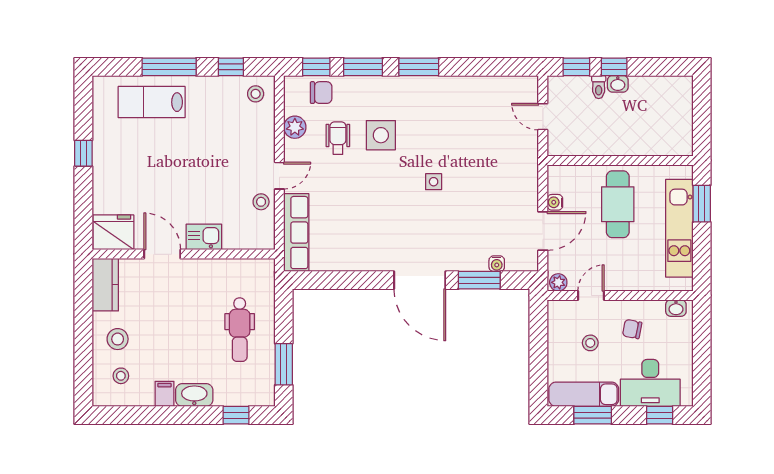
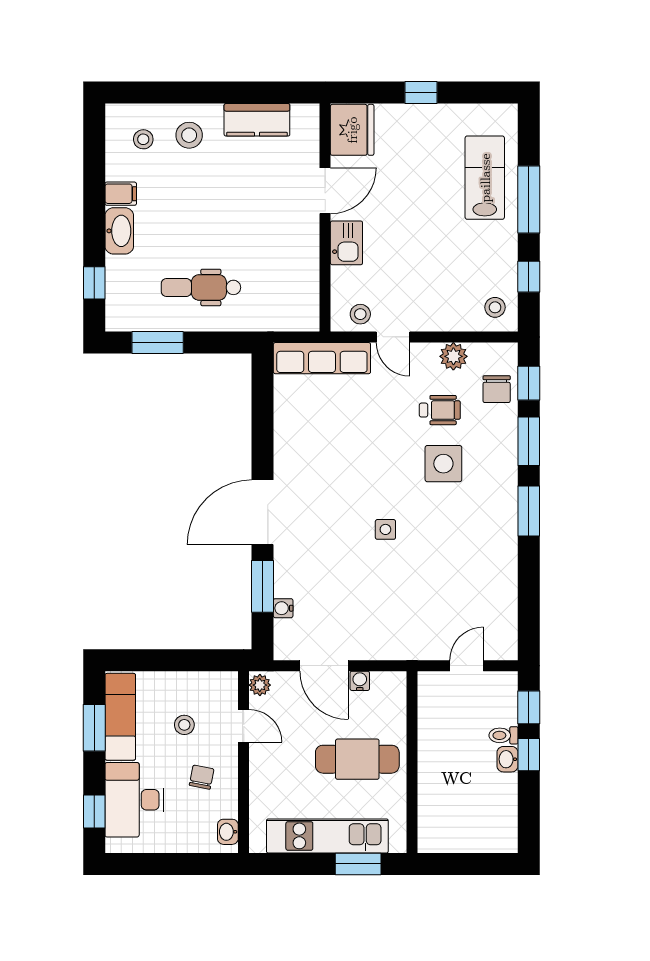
fridge: (113, 232) -> (352, 130), moved
kitchen sink: (204, 237) -> (346, 243), moved
door: (162, 254) -> (325, 191), moved
wall: (184, 254) -> (325, 217), moved

